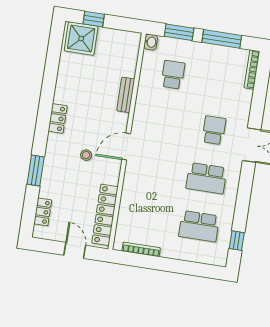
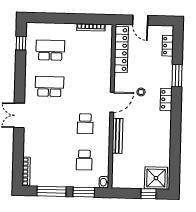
bench: (126, 95) -> (117, 136), width x1.36
locker: (58, 118) -> (166, 99), moved
school desk: (214, 130) -> (85, 124), moved

